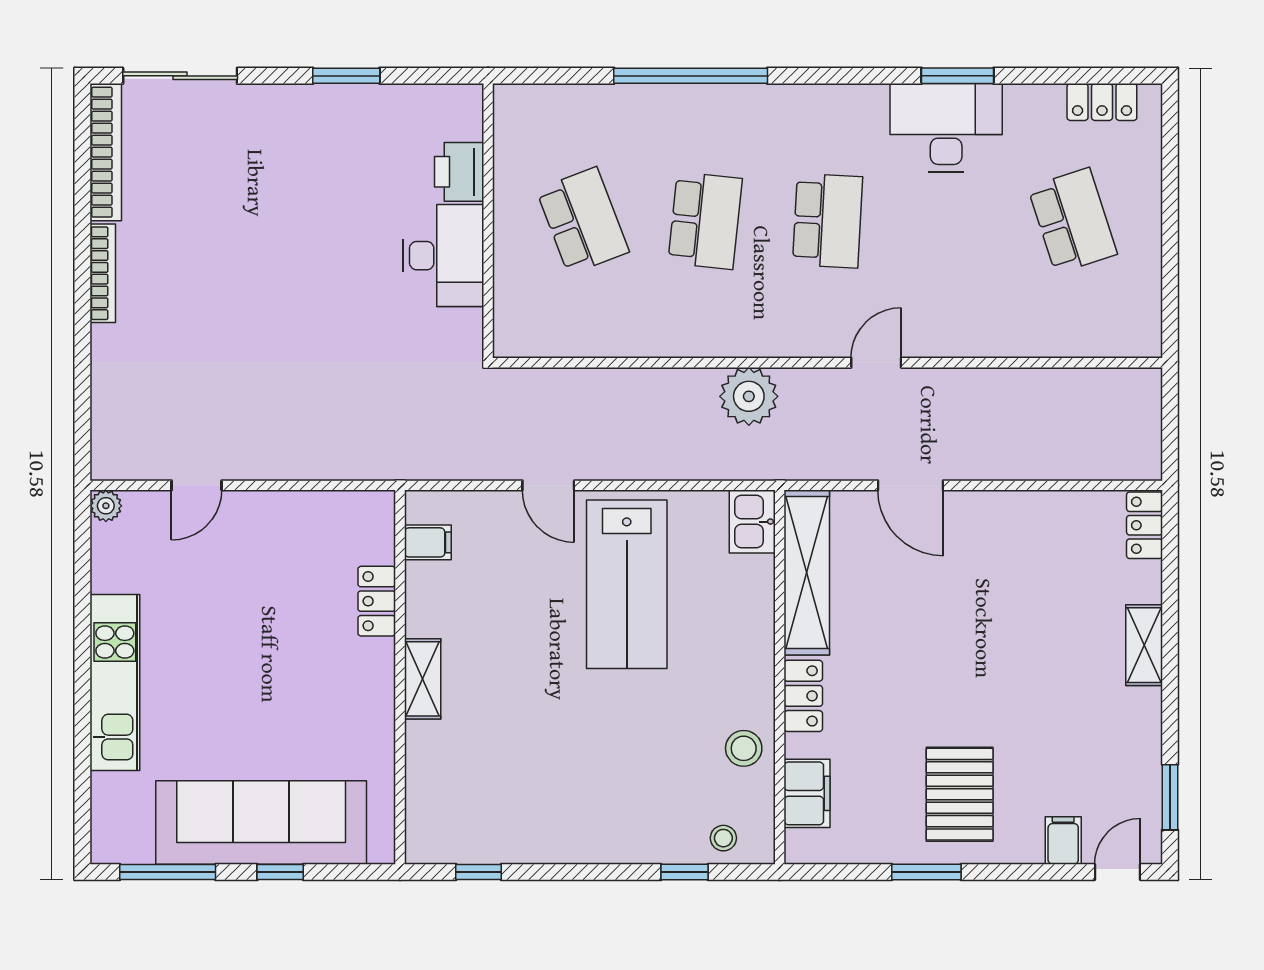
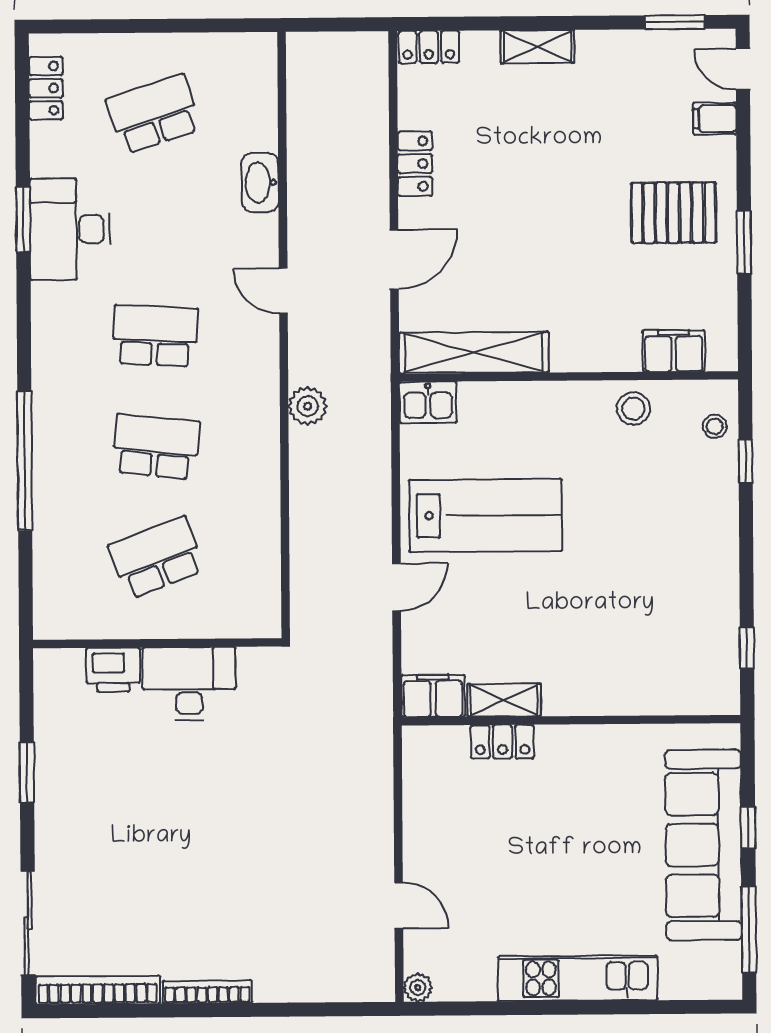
washbasin: (996, 338) -> (260, 182), added
plant: (749, 396) -> (308, 406), width x0.73, depth x0.73
filing cabinet: (428, 542) -> (433, 696), width x2.00
shelving: (423, 679) -> (504, 700), moved
locker: (803, 696) -> (415, 164), moved, turned 90

